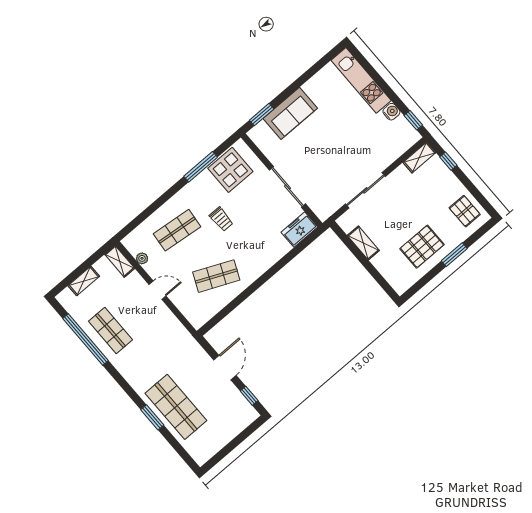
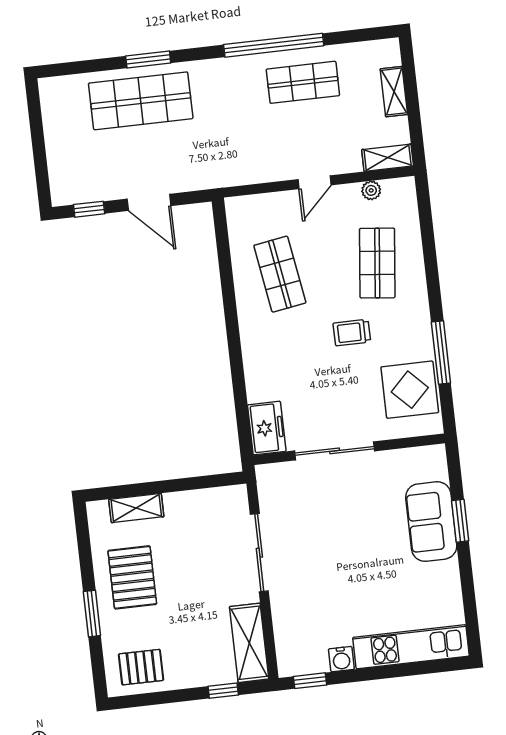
window: (262, 115) -> (460, 521), moved
shelving: (419, 157) -> (249, 643), width x1.50, depth x1.33
shelving: (363, 243) -> (136, 508), moved
shop shelf: (216, 276) -> (280, 274), turned -33
window: (85, 339) -> (274, 45), moved

